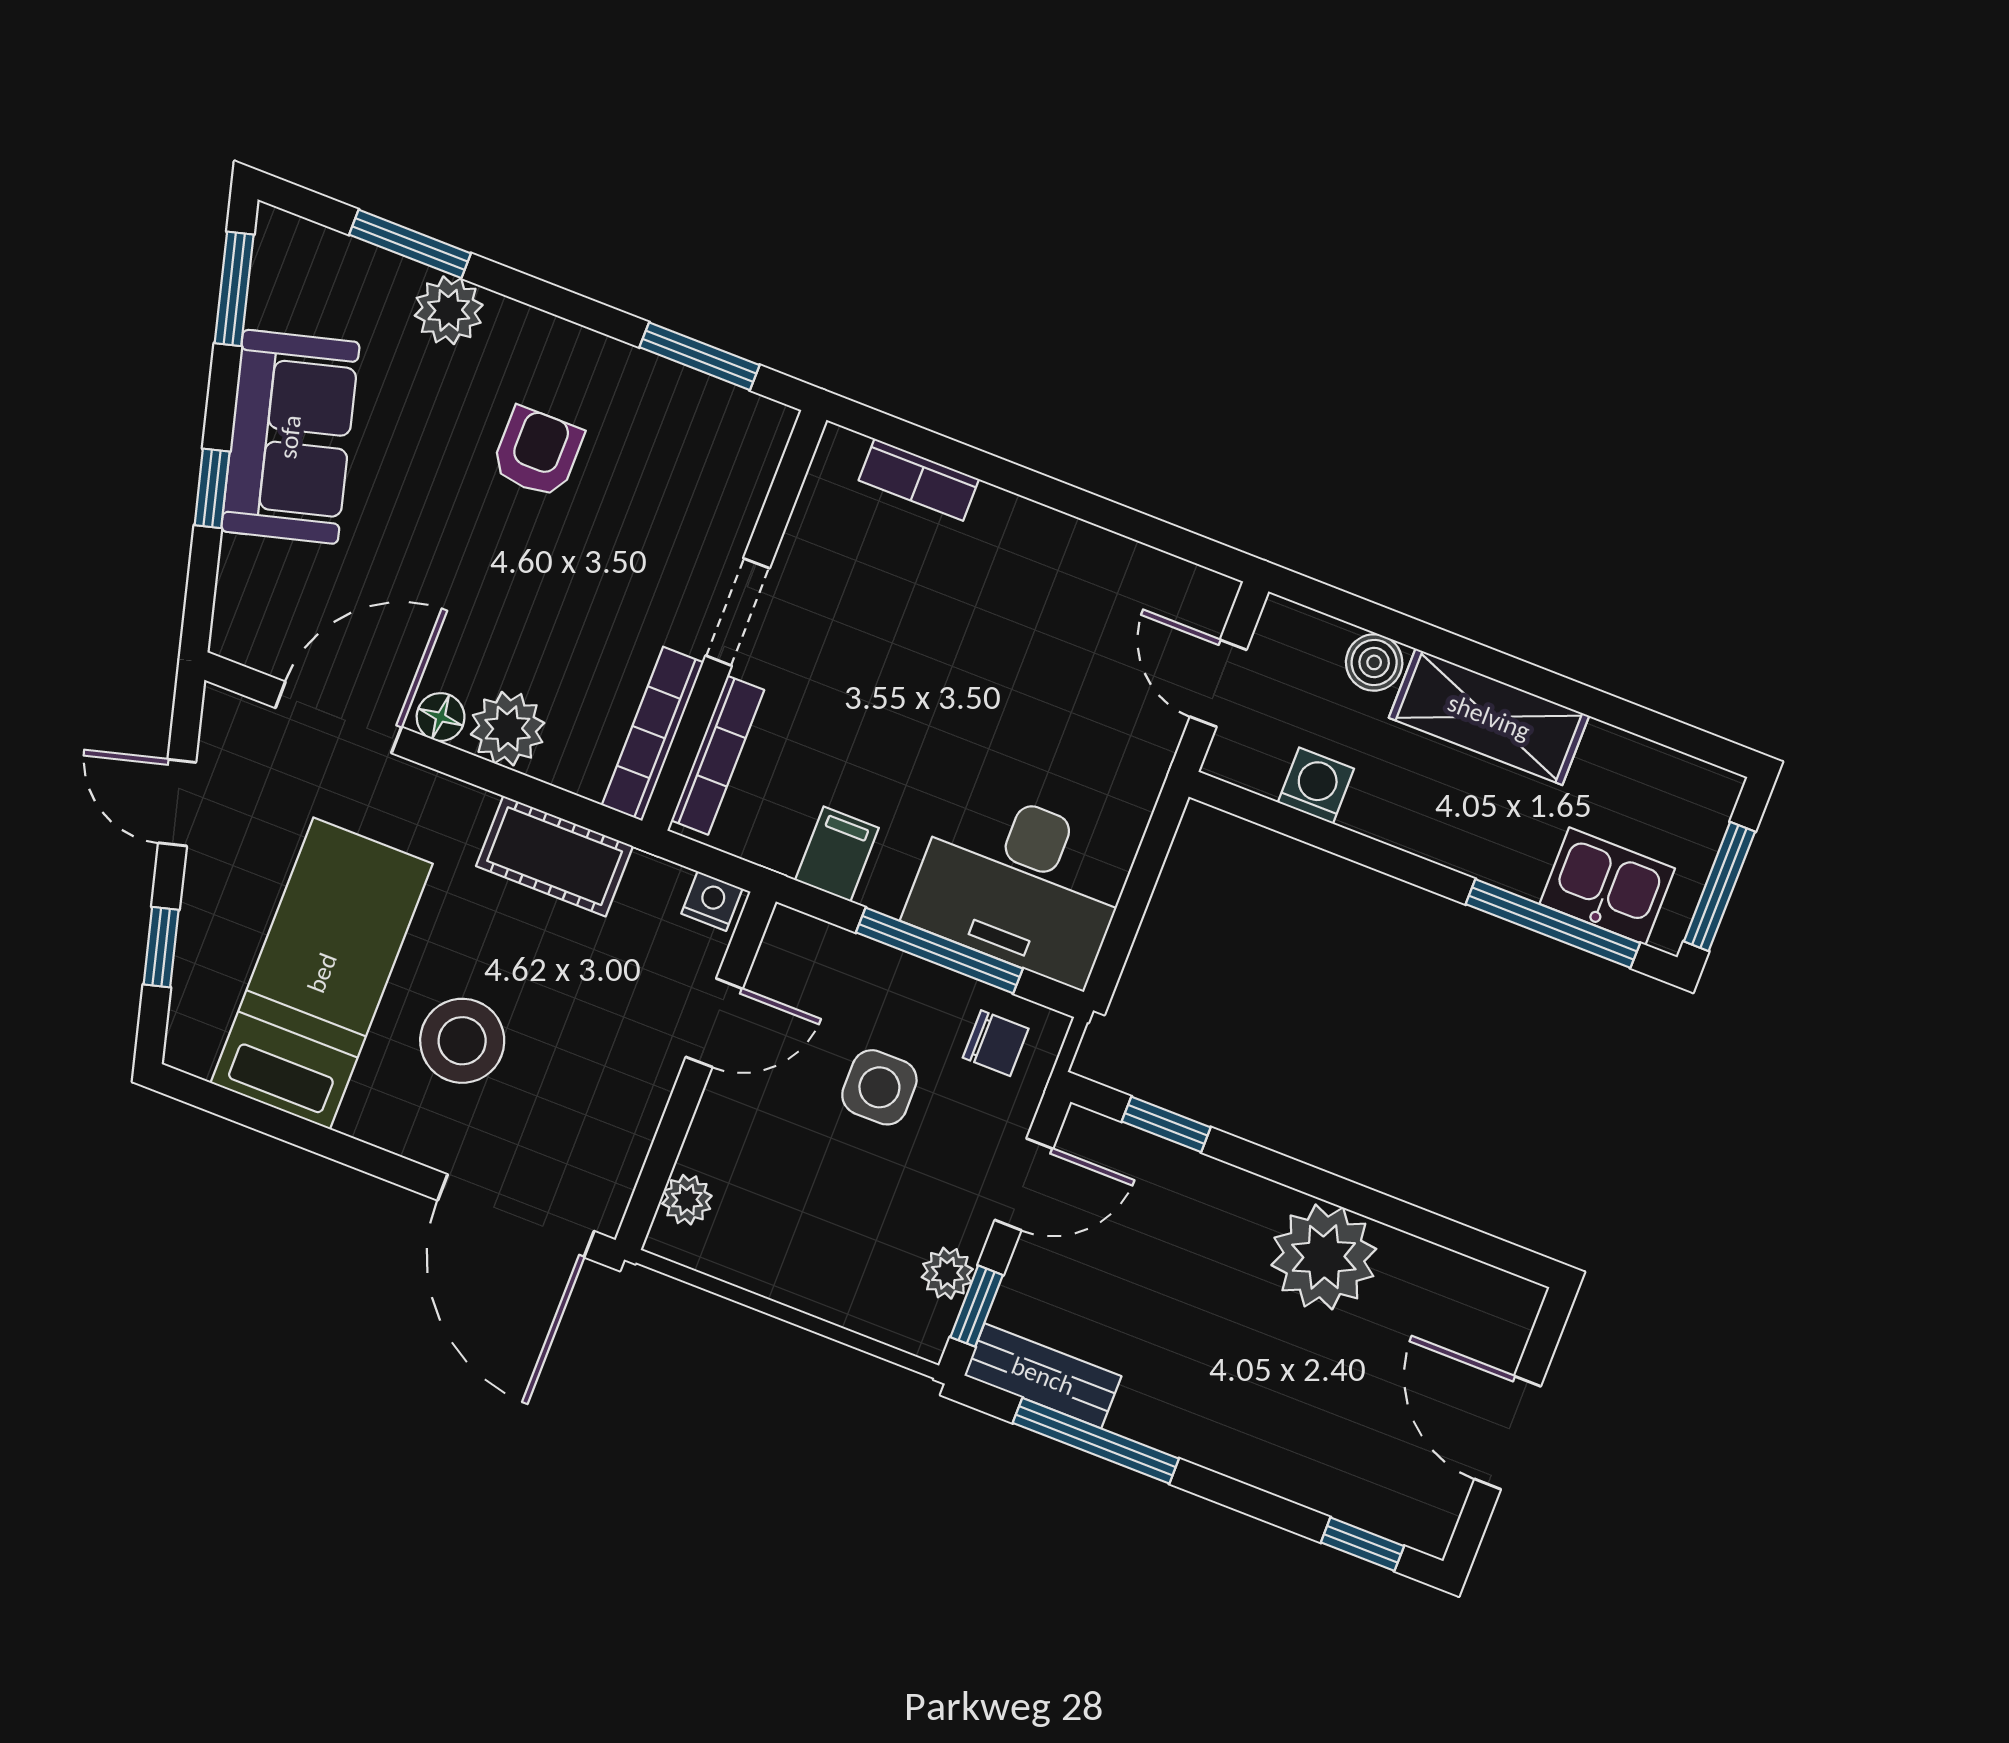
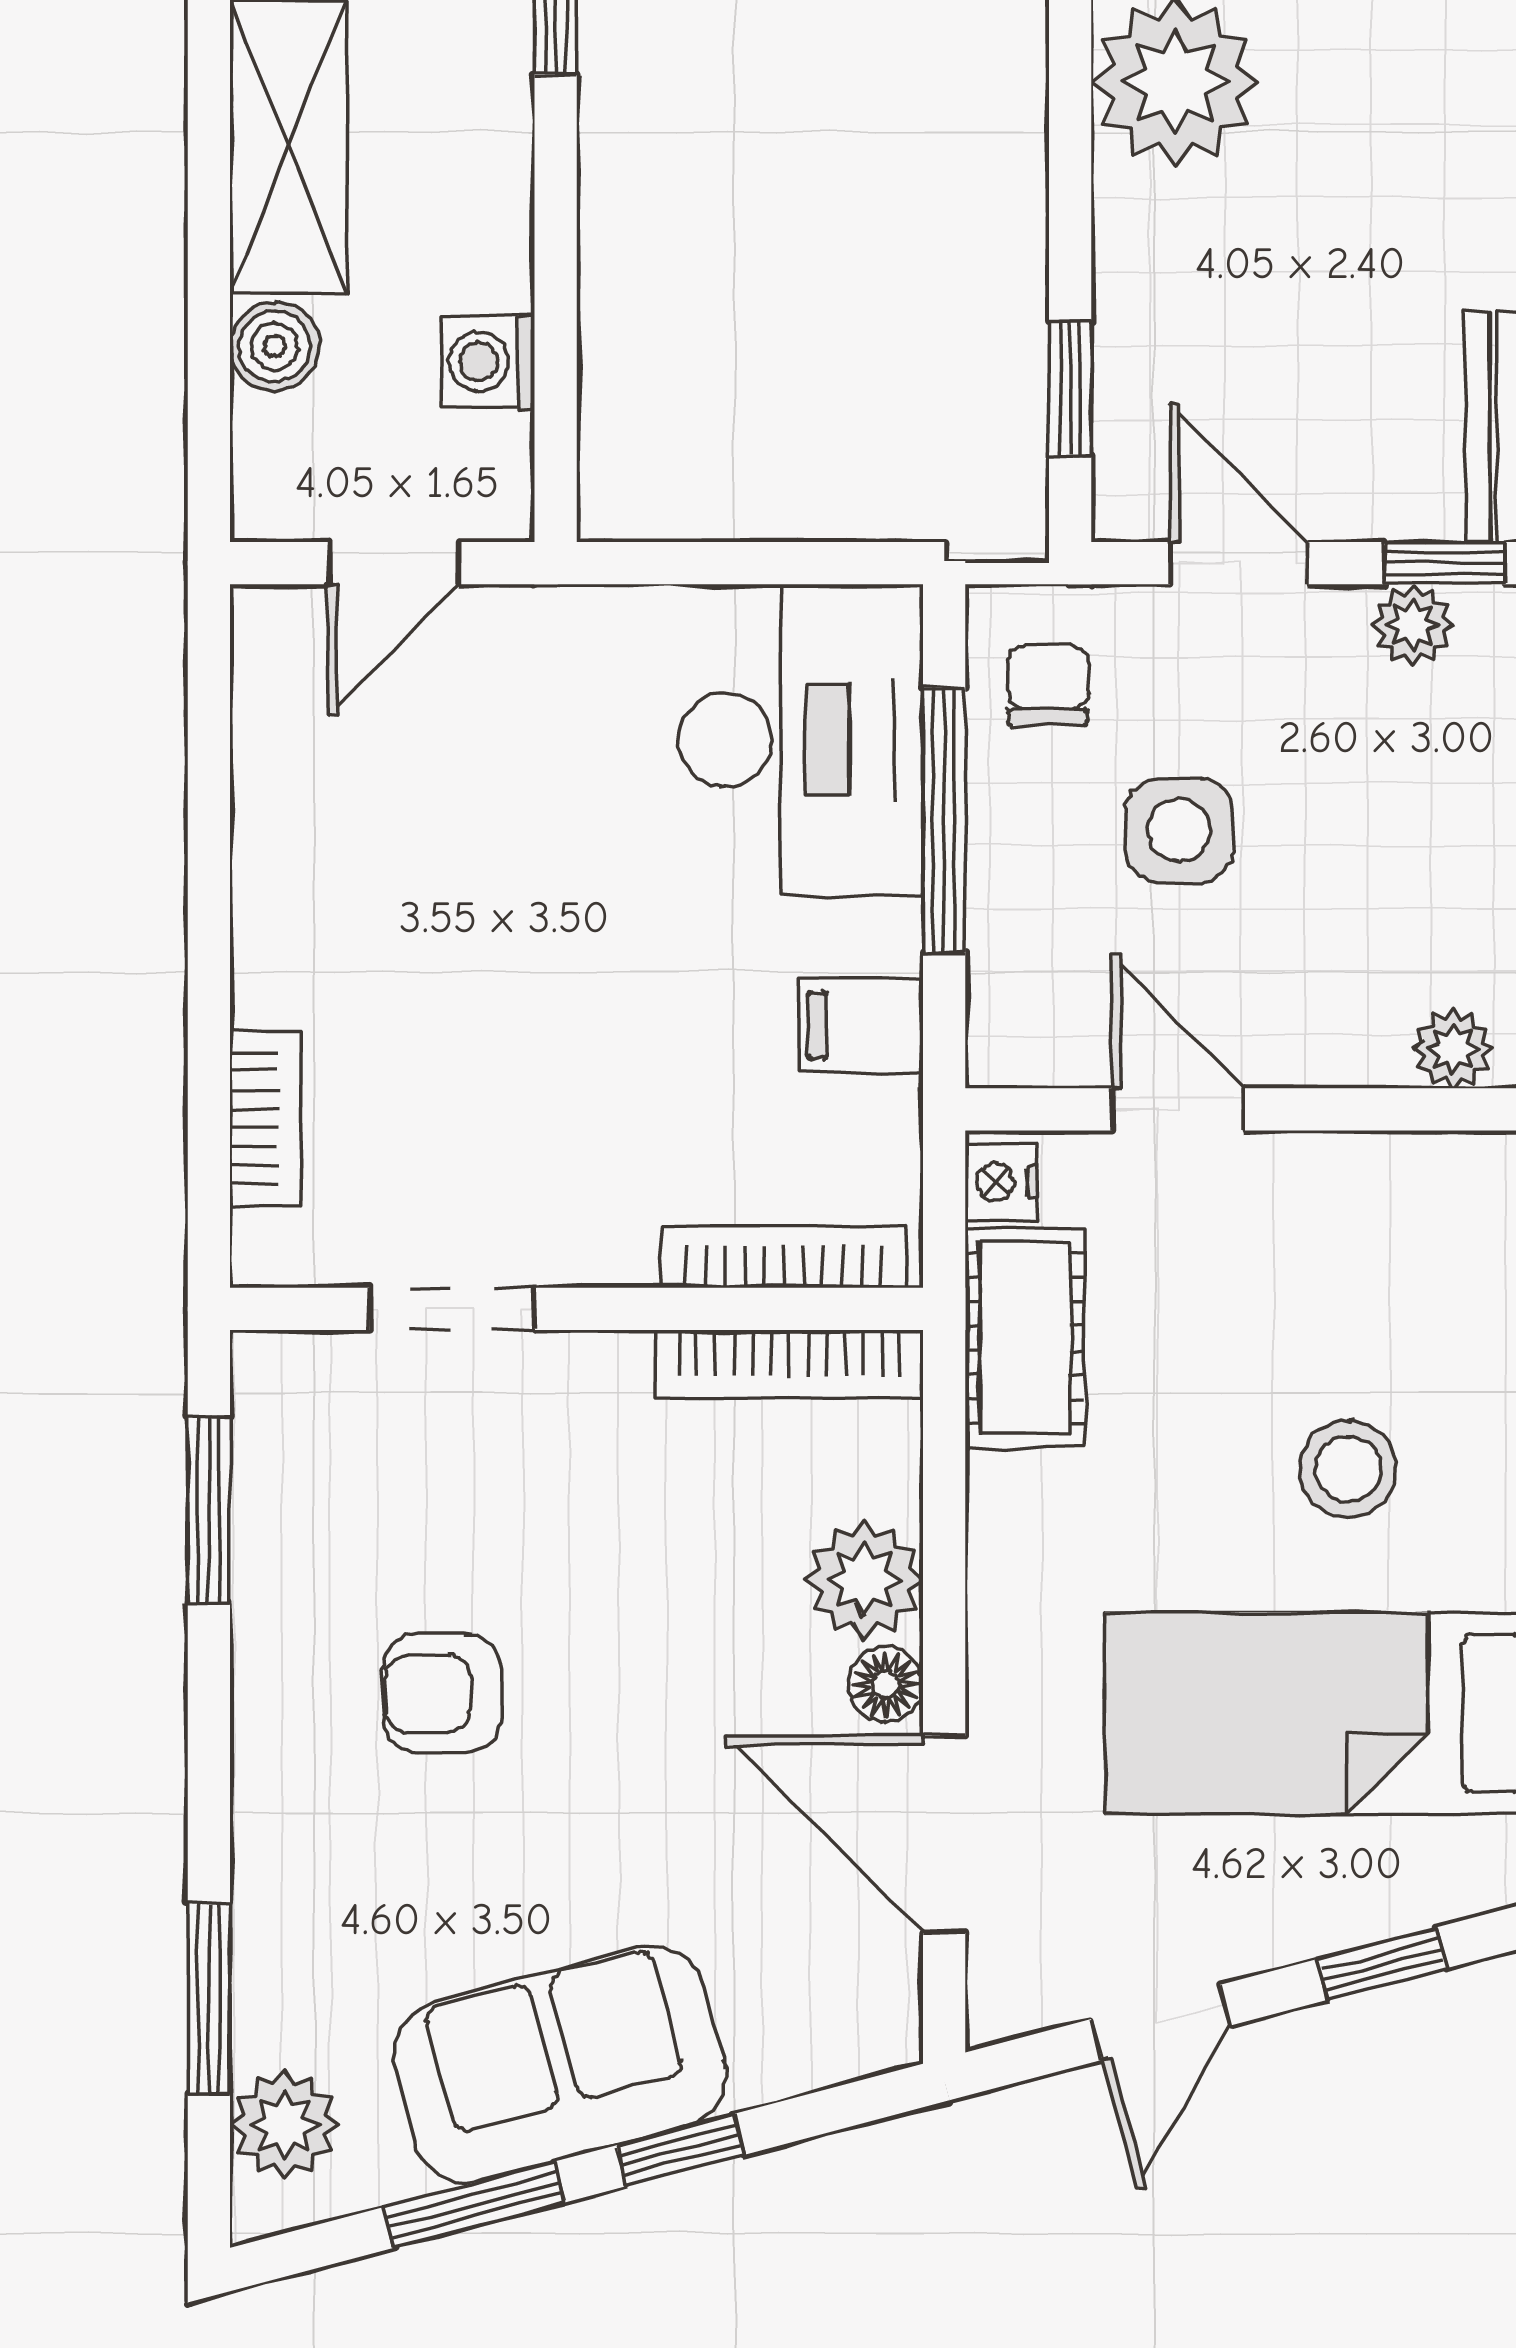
window: (234, 289) -> (474, 2205), moved
plant: (449, 310) -> (284, 2124), moved
doorway: (738, 612) -> (452, 1309), moved
cot: (555, 856) -> (1025, 1338), moved
stool: (462, 1041) -> (1348, 1469), width x0.73, depth x0.73

